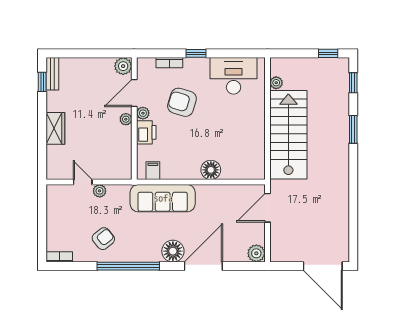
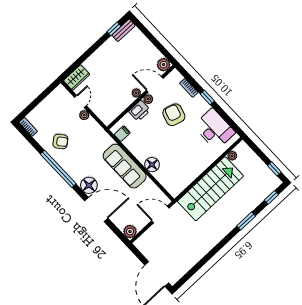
wardrobe: (55, 128) -> (77, 78), moved
sofa: (163, 198) -> (125, 166), moved

